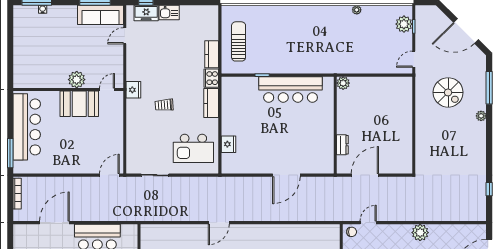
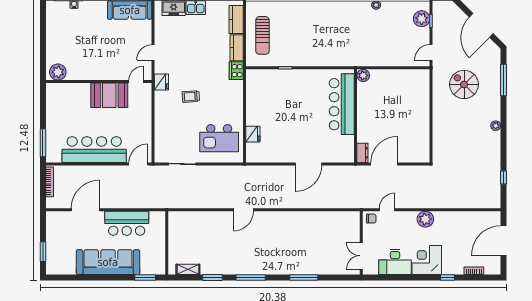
door: (466, 31) -> (481, 25), hinge flipped
door: (125, 36) -> (153, 53), moved
sun lounger: (239, 41) -> (262, 35), turned 180
plant: (77, 80) -> (58, 72), moved
bar counter: (291, 90) -> (342, 104), moved, turned 90
spiral stairs: (448, 92) -> (464, 84), turned 180
kitchen counter: (211, 103) -> (236, 20), moved
plant: (481, 116) -> (496, 126), moved
bar counter: (27, 127) -> (94, 150), moved, turned -90
dresser: (342, 145) -> (362, 153), moved
plant: (420, 233) -> (425, 219), moved

